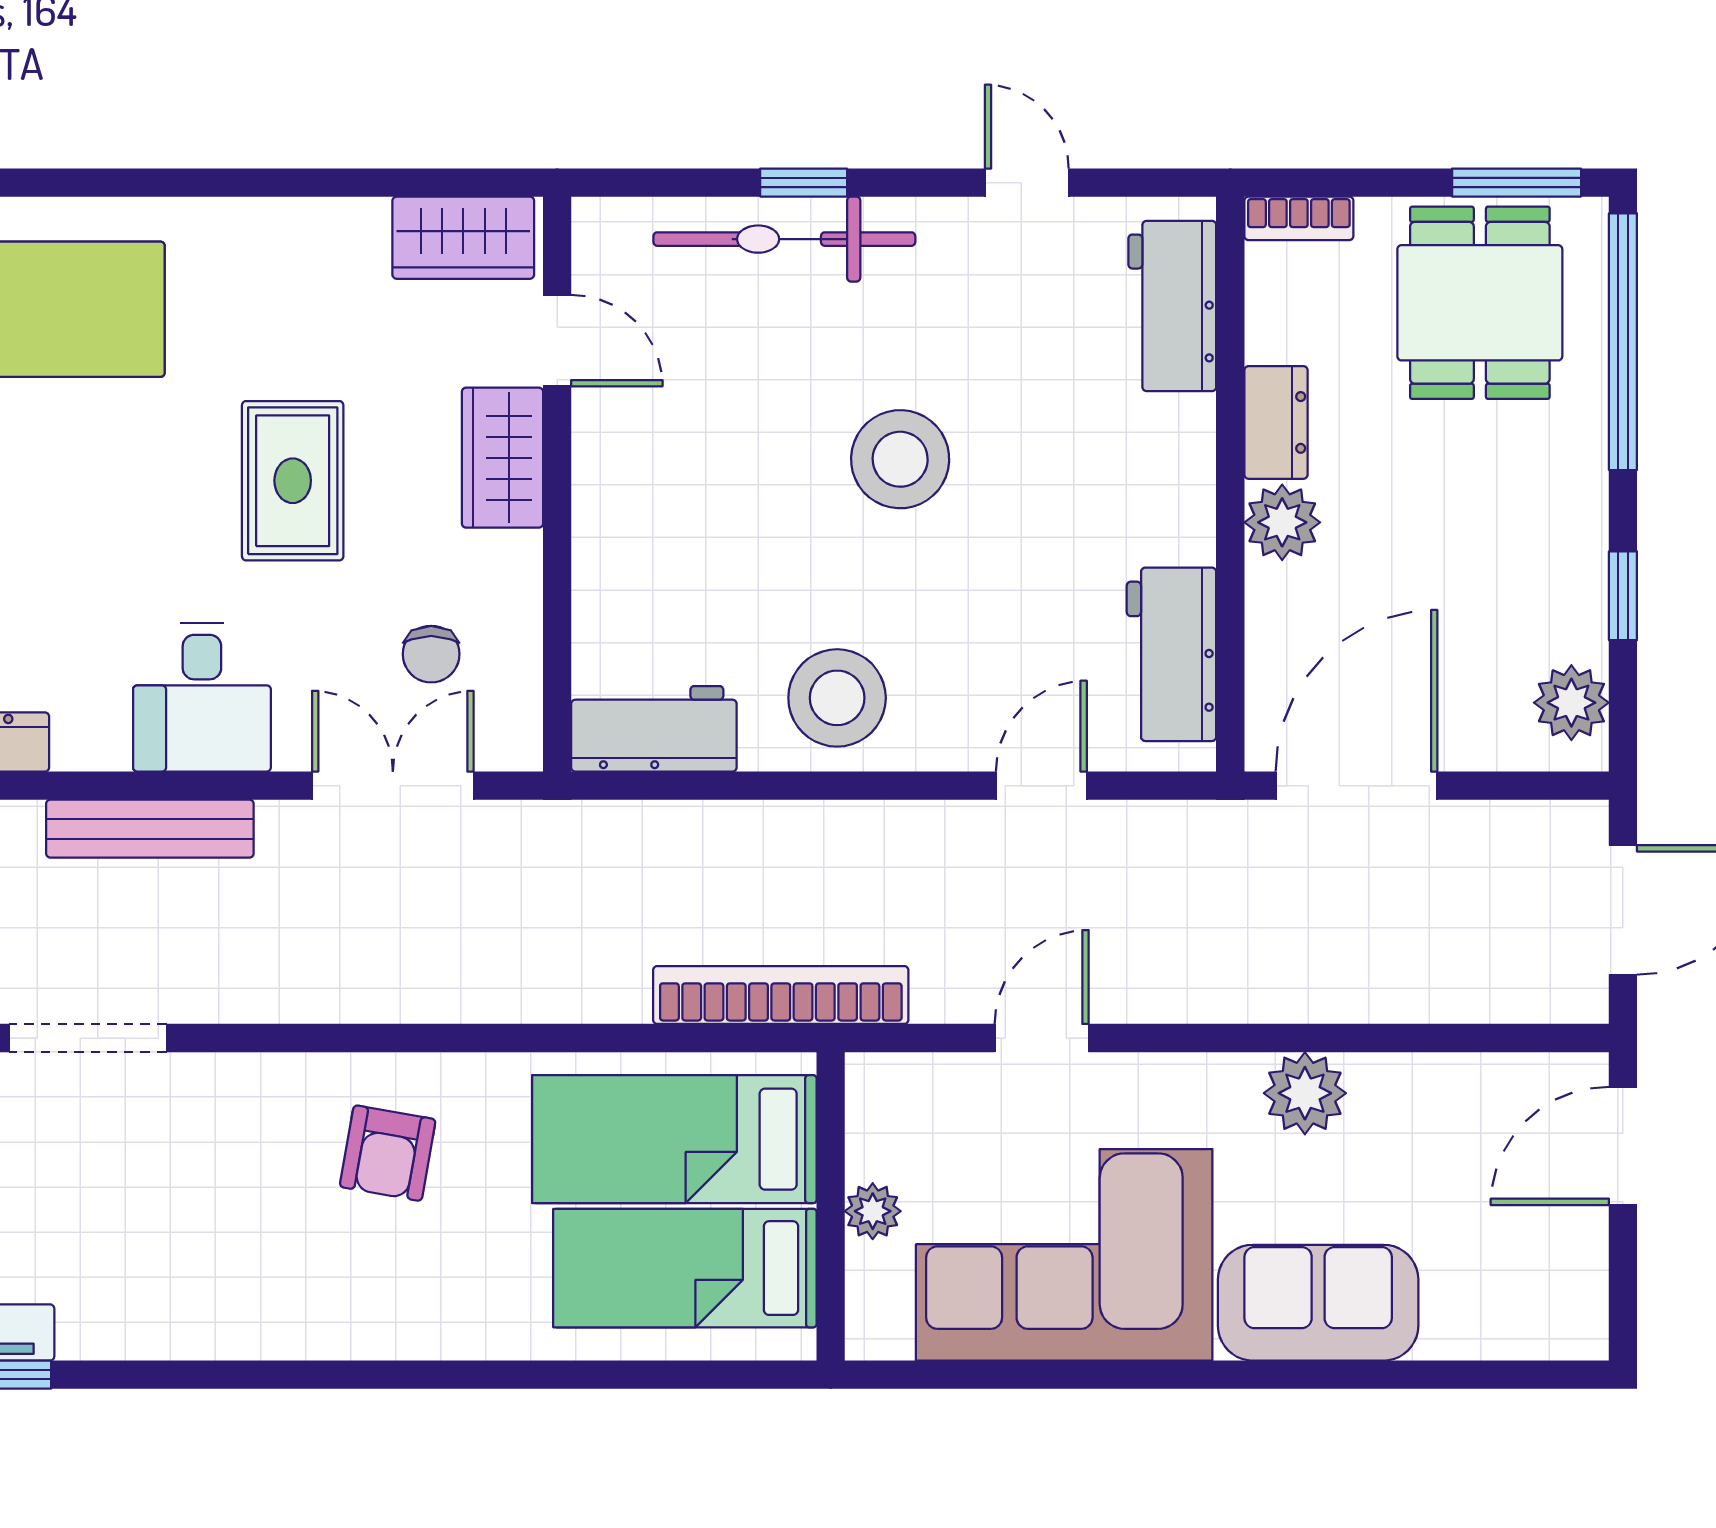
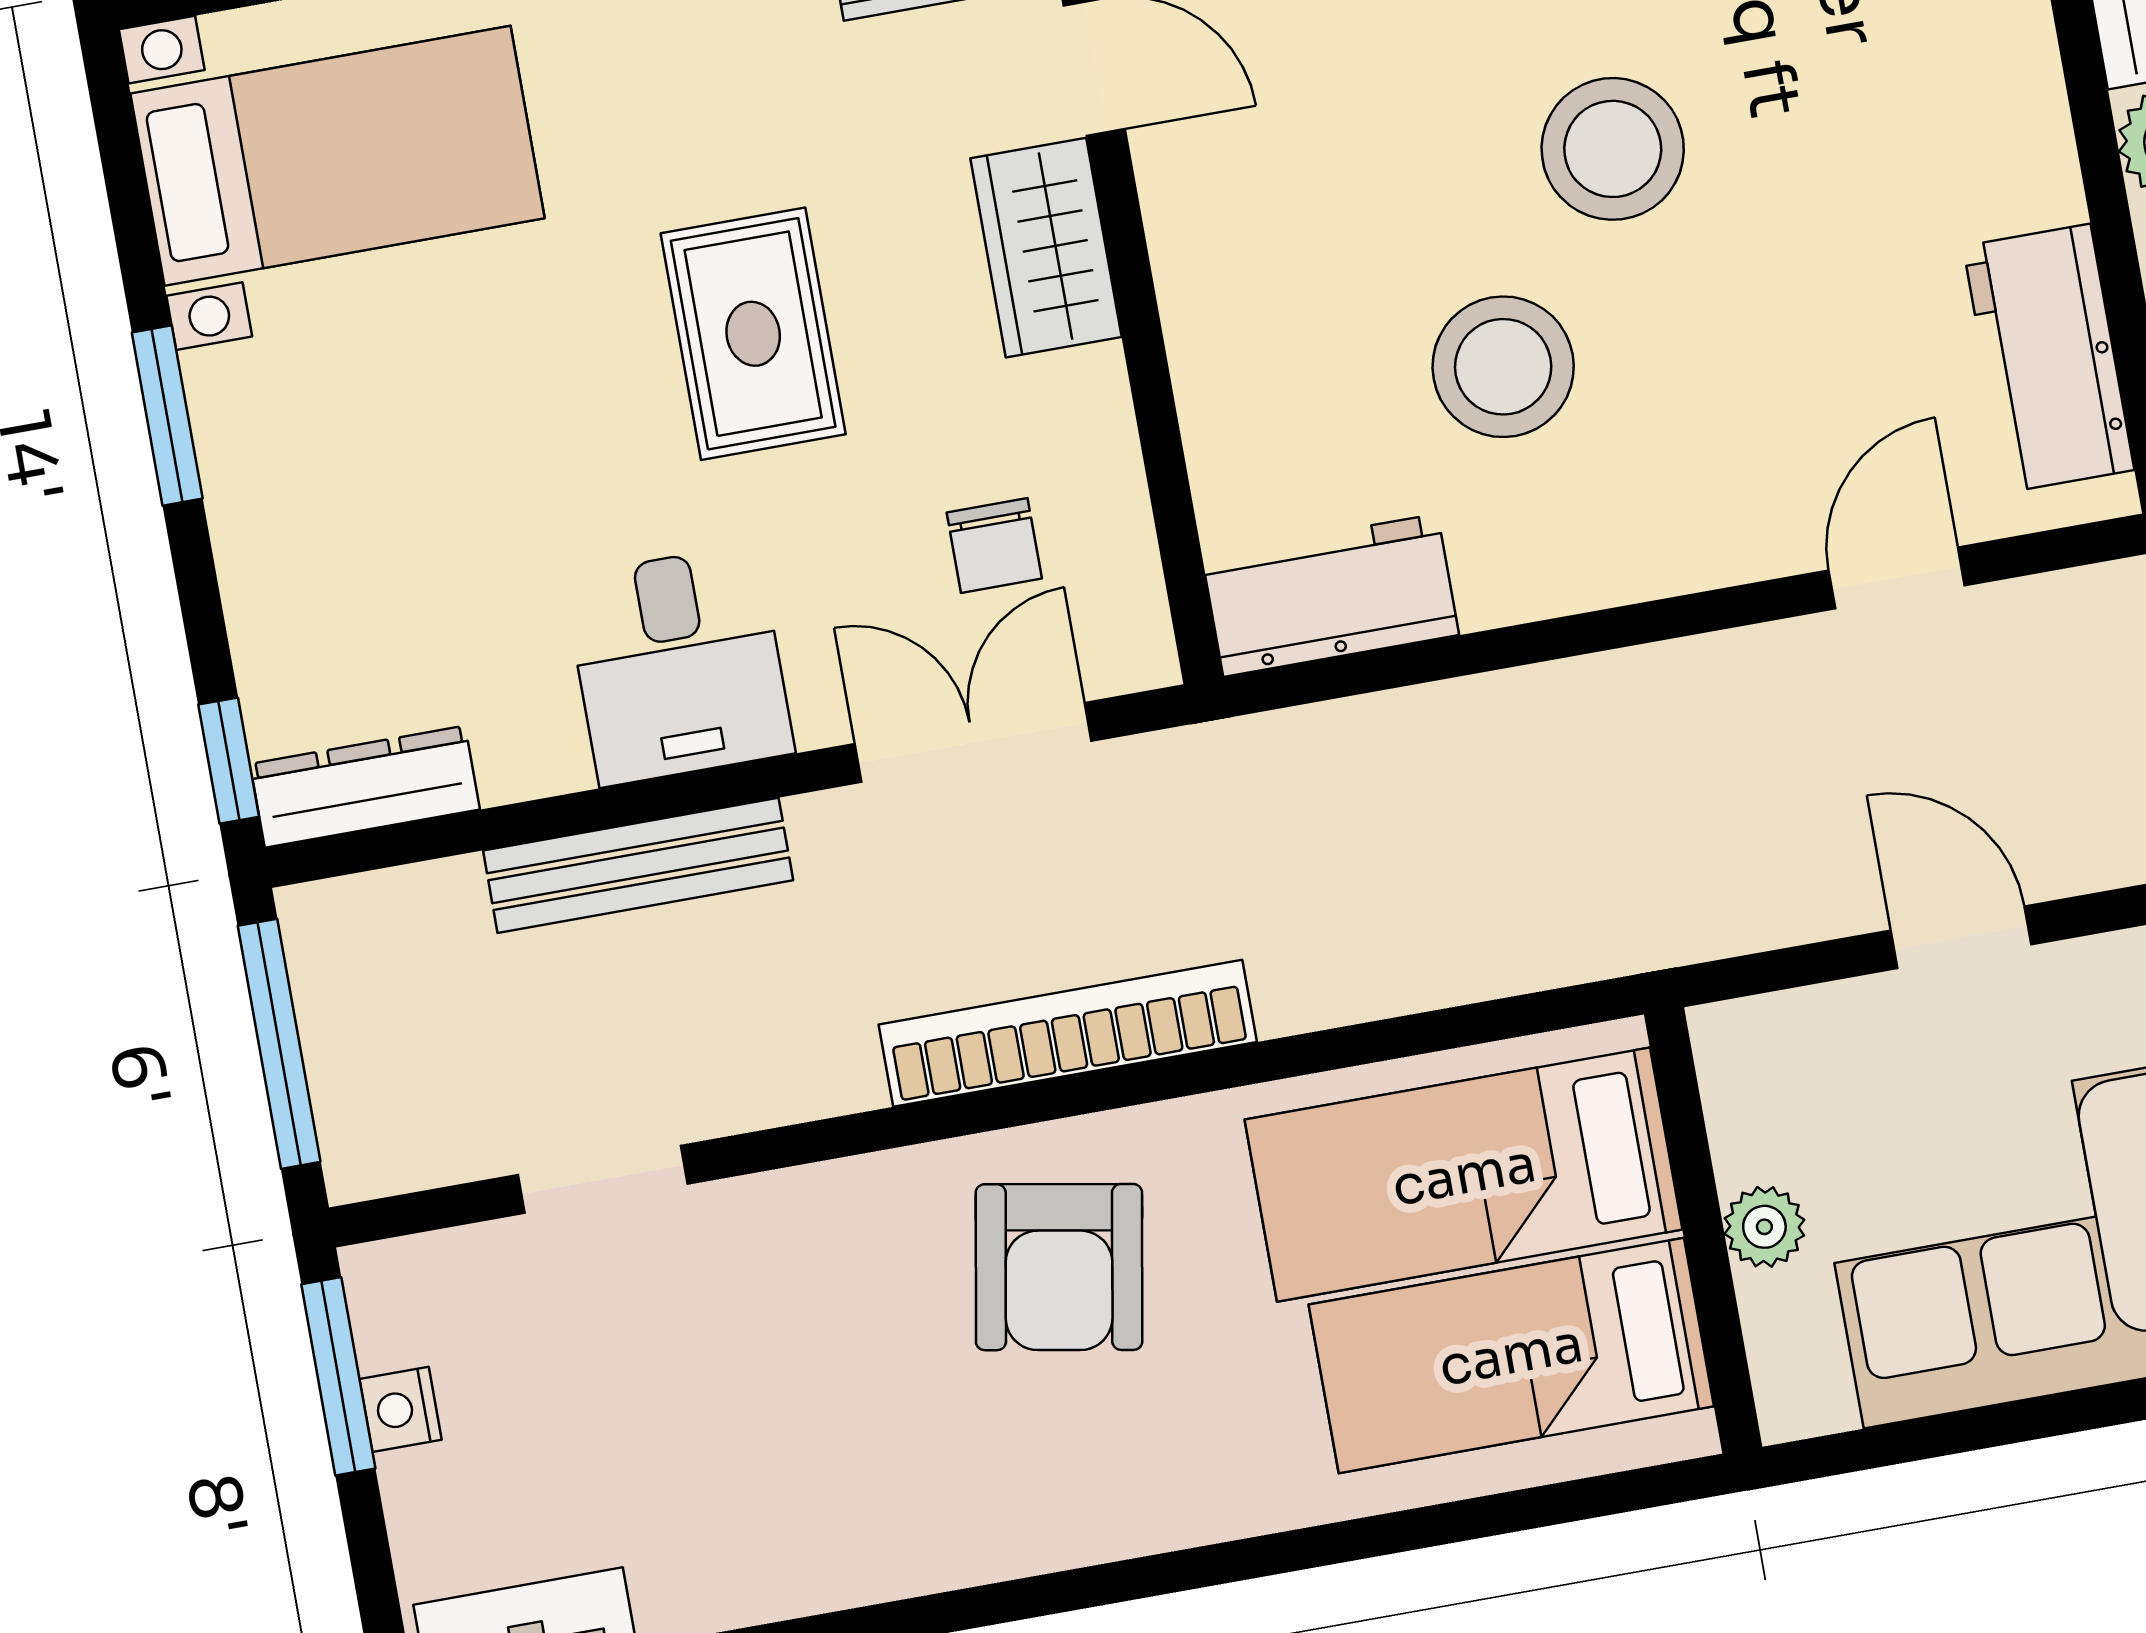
stool: (837, 698) -> (1503, 367), moved
bookcase: (781, 995) -> (1068, 1033), moved
doorway: (88, 1038) -> (603, 1179), width x0.73
door: (1042, 1038) -> (1961, 937), hinge flipped
armchair: (388, 1153) -> (1059, 1267), width x1.38, depth x1.38

